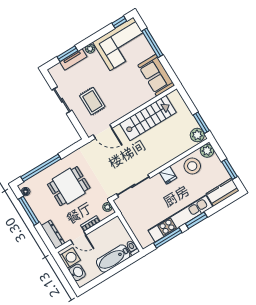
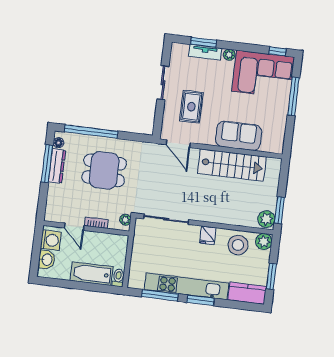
sofa: (156, 75) -> (239, 136), moved, turned 90
dresser: (53, 234) -> (57, 166), moved

